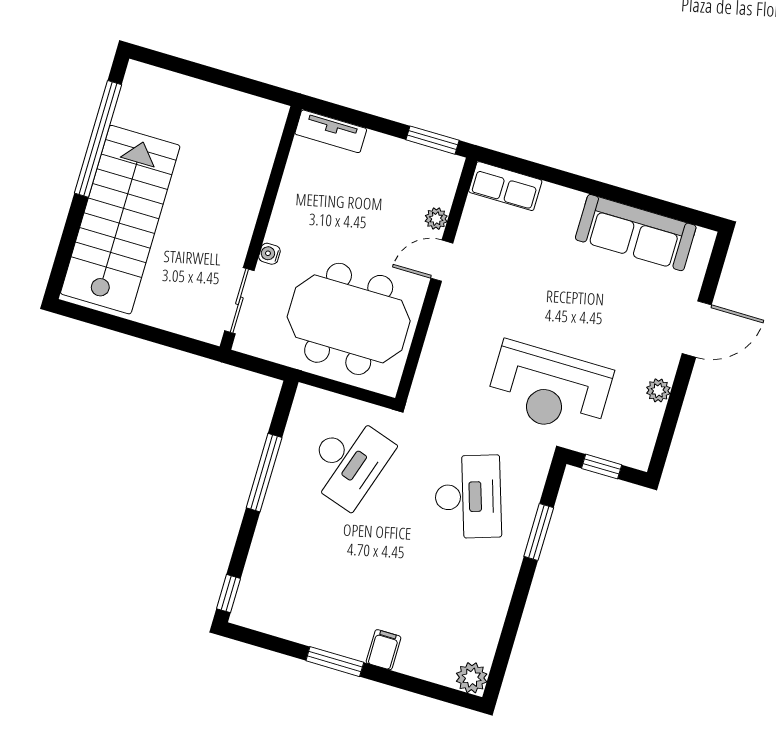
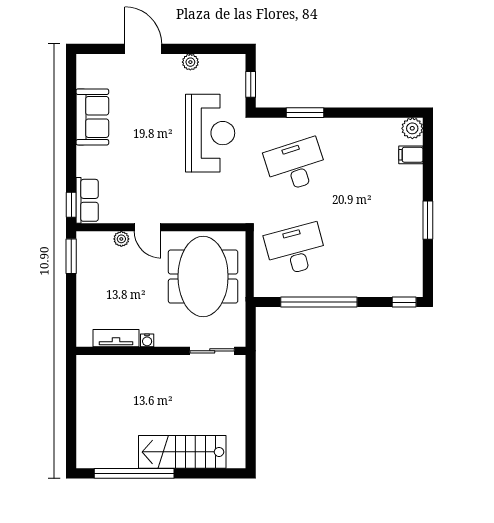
tv unit: (331, 131) -> (116, 338), moved, turned -90
window: (506, 162) -> (71, 205), added
stairs: (120, 220) -> (182, 452), width x0.73, depth x0.66
sofa: (636, 233) -> (92, 117), width x0.73
water cooler: (269, 254) -> (147, 340), moved
desk: (348, 462) -> (296, 250), turned -33
window: (264, 473) -> (319, 302), width x1.46
filing cabinet: (384, 650) -> (411, 155), moved

